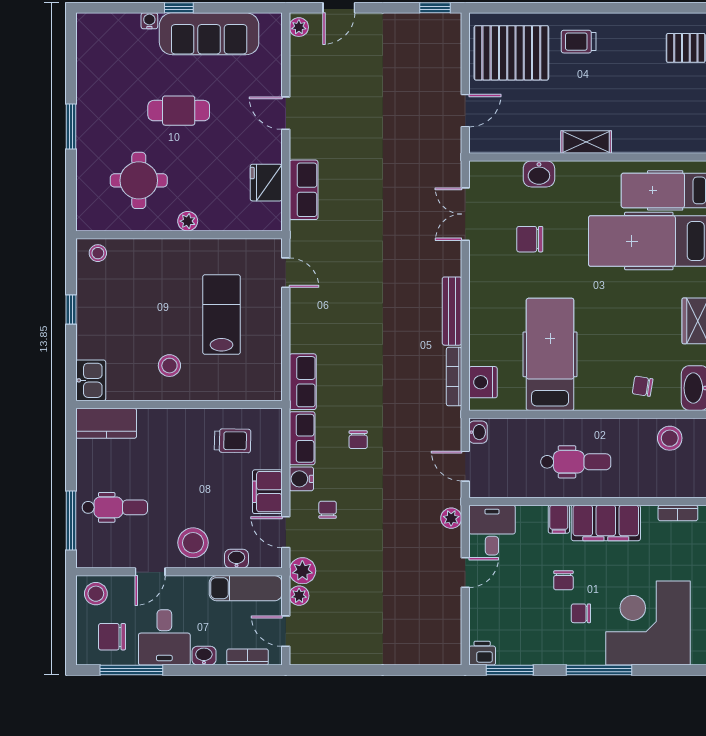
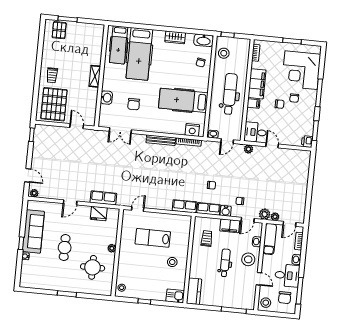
dental chair: (576, 462) -> (230, 94), width x1.36, depth x1.38
dental chair: (115, 507) -> (225, 263), moved

